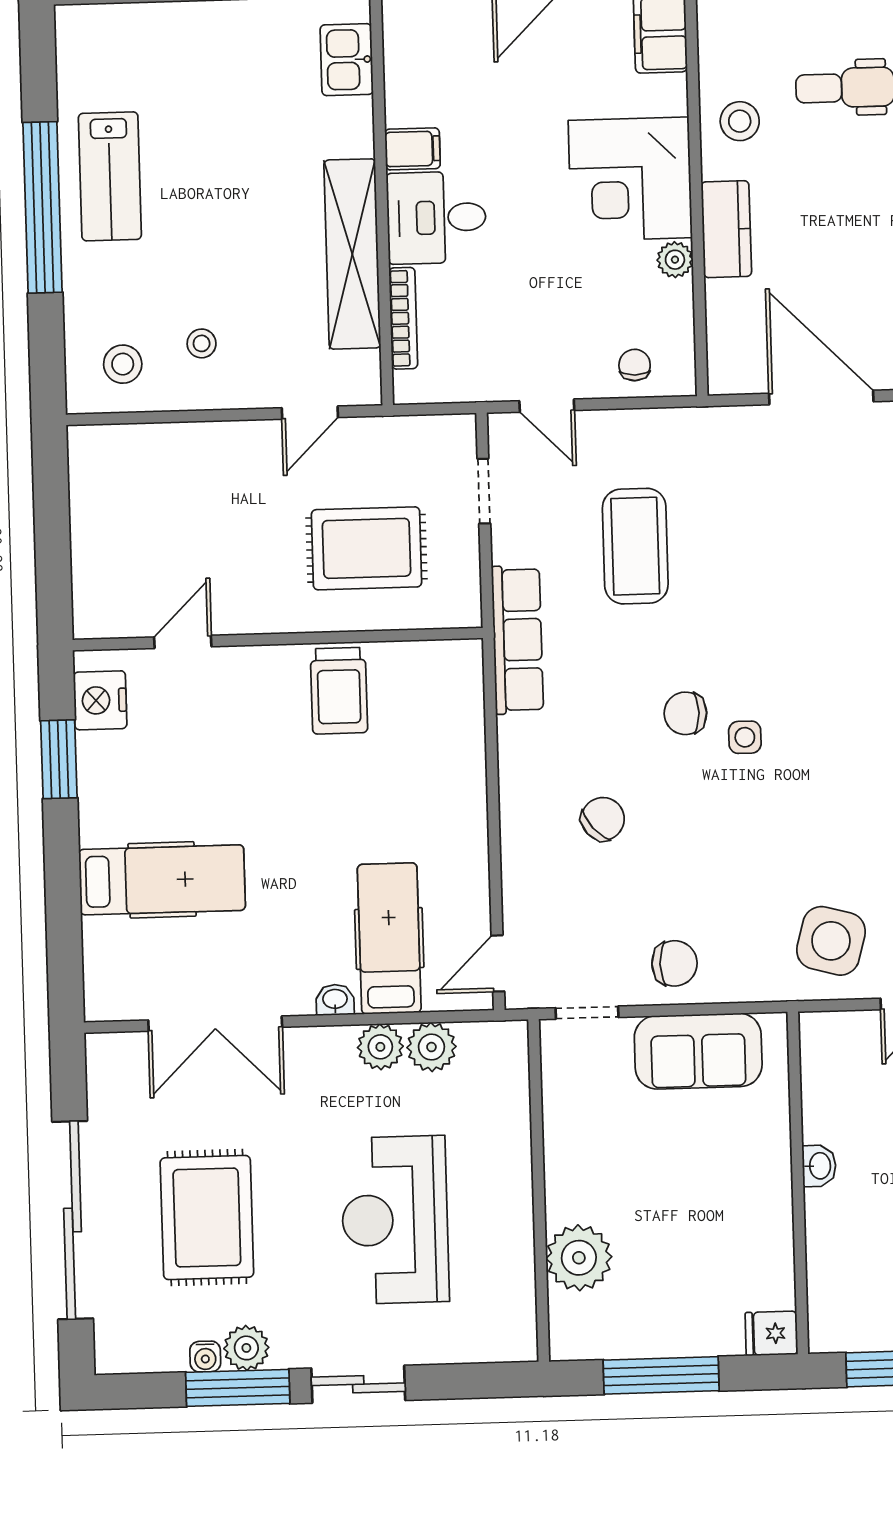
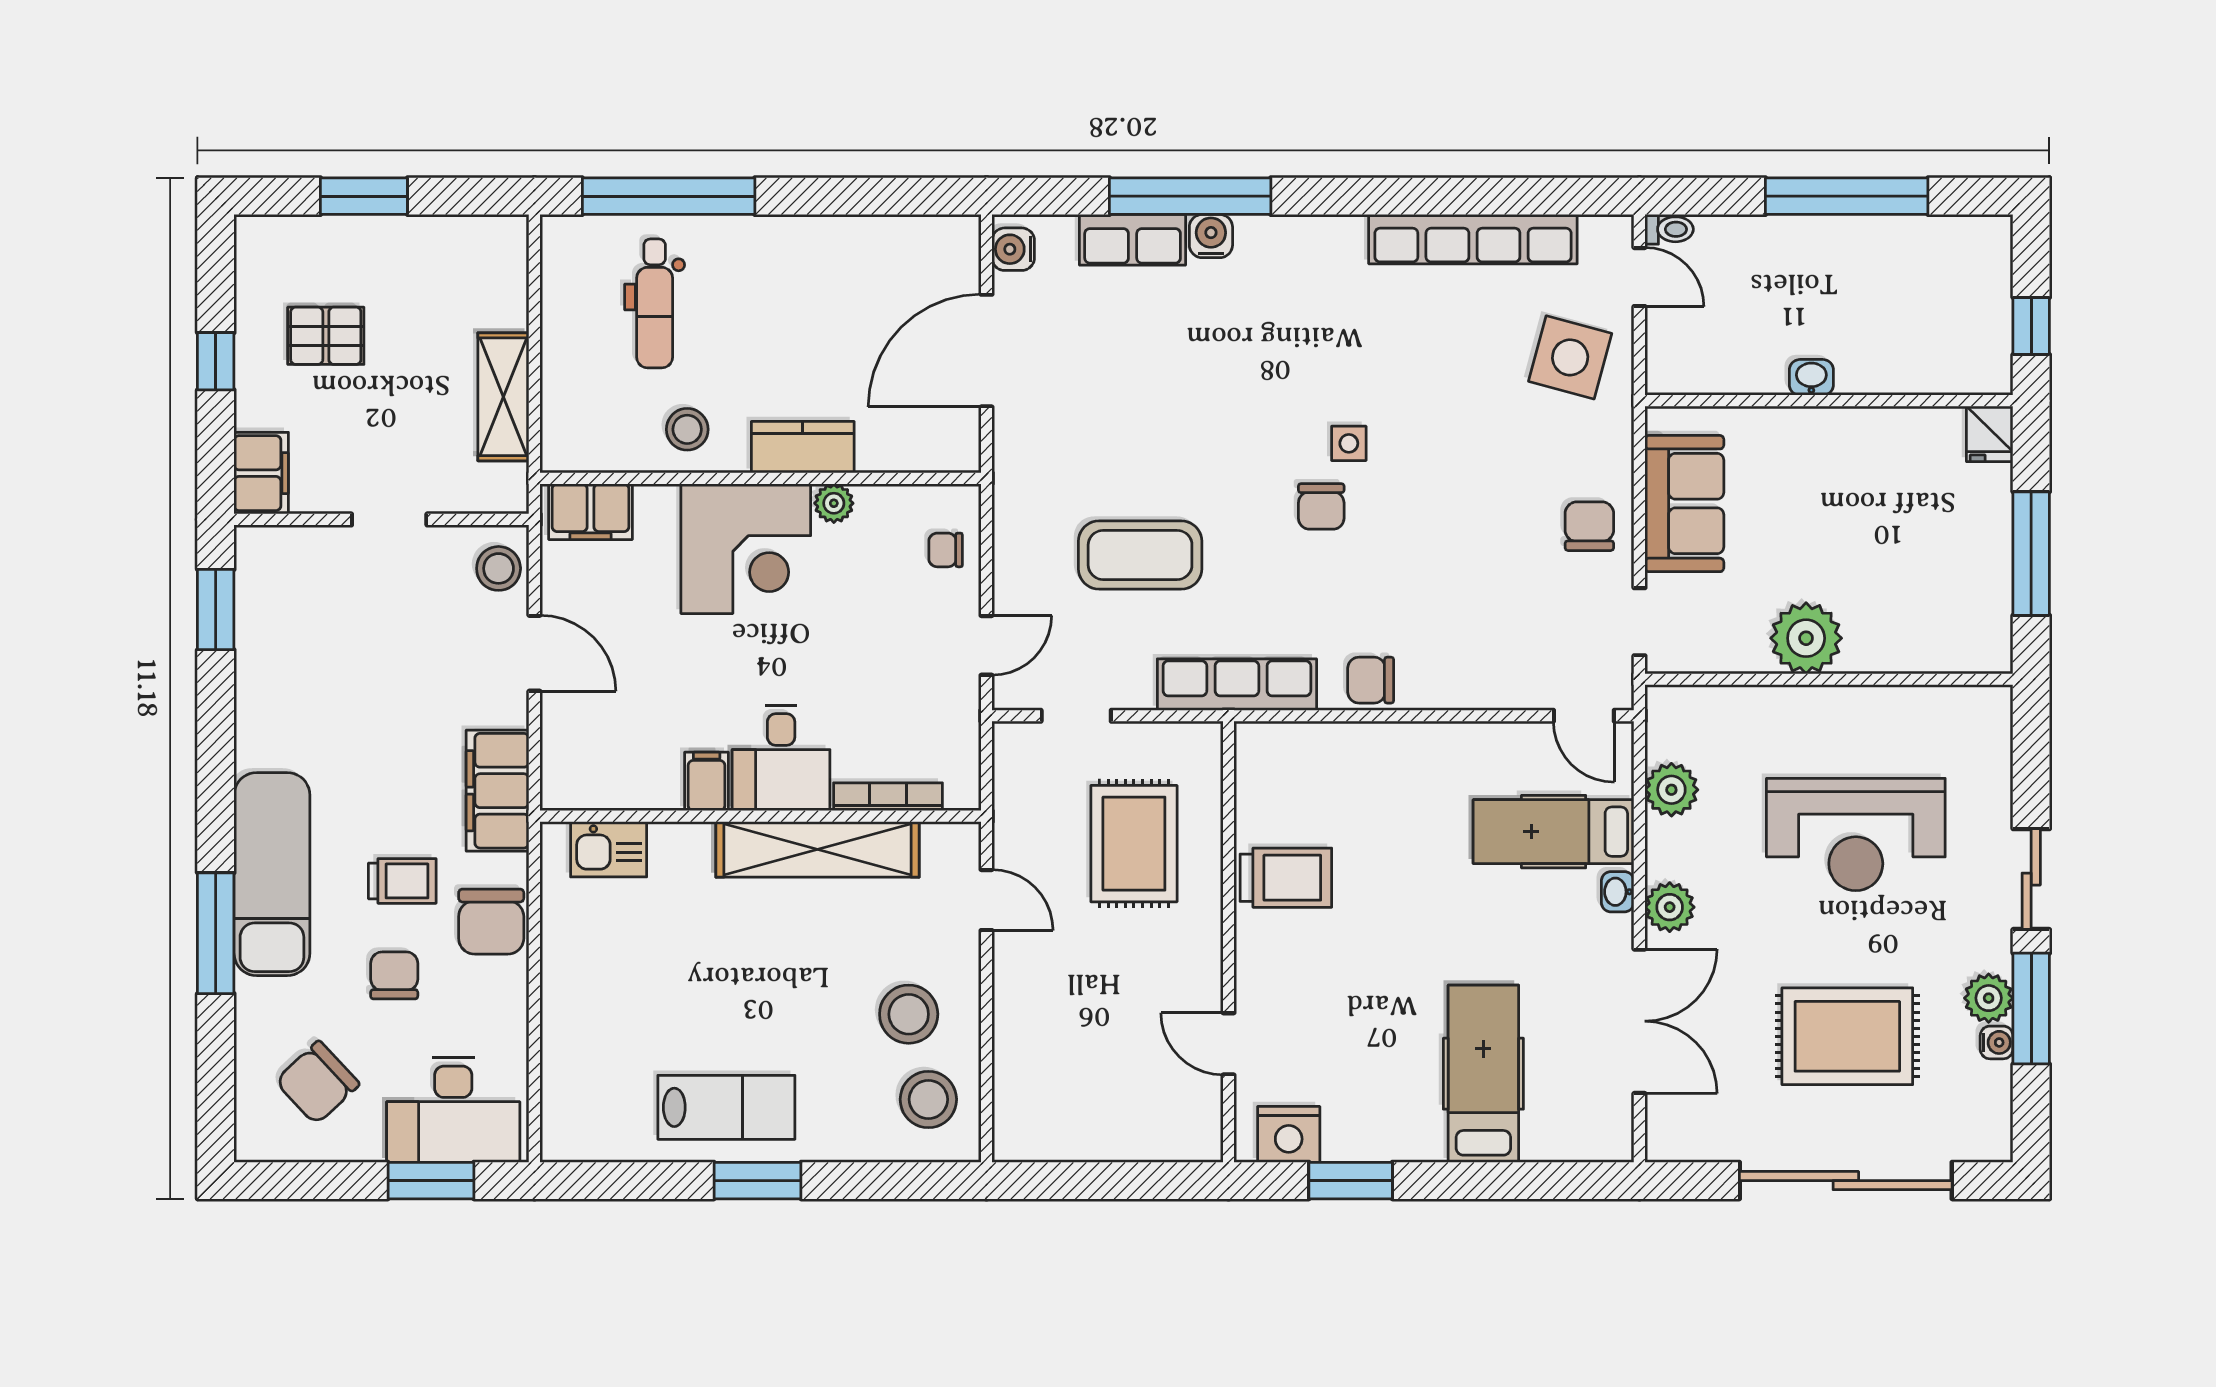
window: (43, 207) -> (758, 1181), width x0.47
stool: (202, 343) -> (909, 1014), width x1.89, depth x1.89
stool: (123, 364) -> (928, 1099), width x1.38, depth x1.38
chair: (603, 819) -> (1371, 680), moved, turned -49
plant: (380, 1047) -> (1670, 907), moved
plant: (579, 1258) -> (1806, 638), moved

